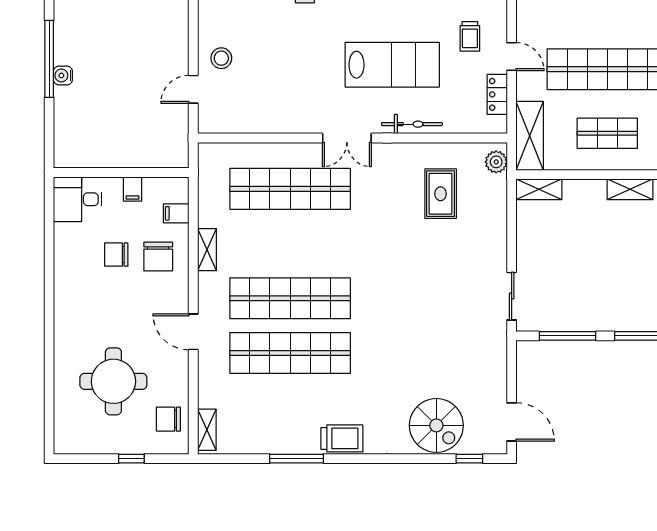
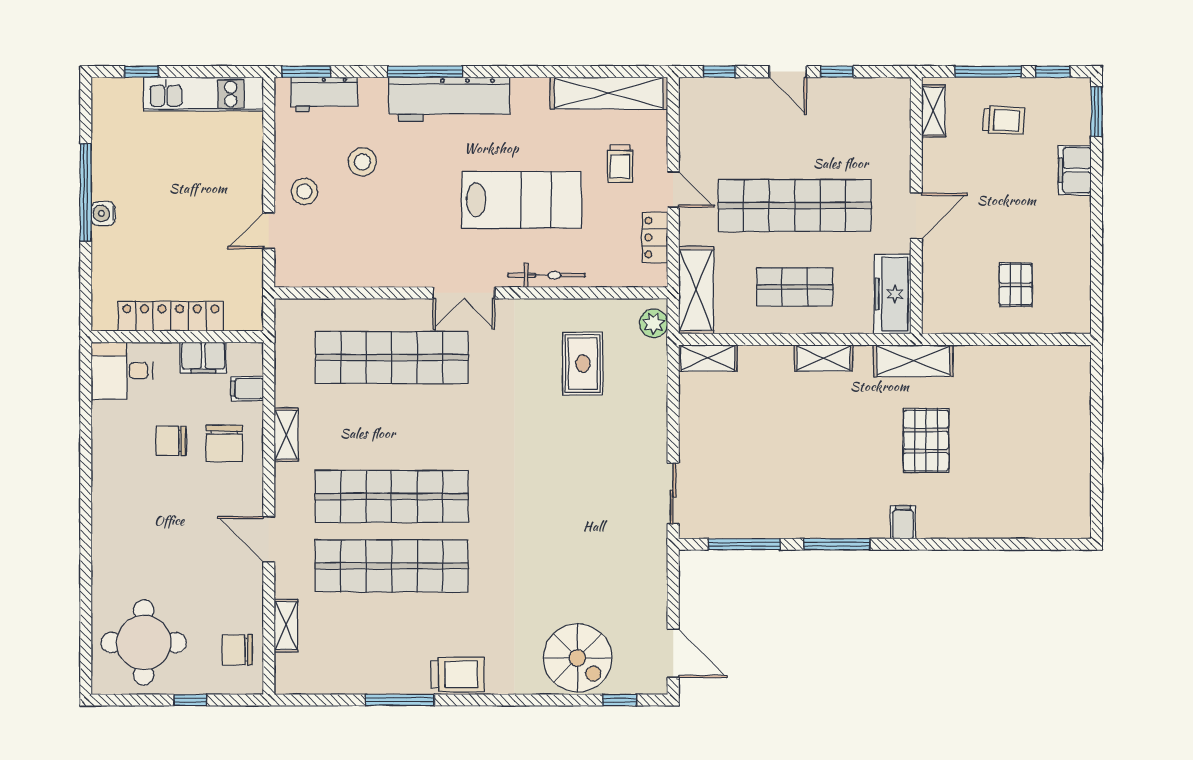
stool: (267, 35) -> (362, 162), added
locker: (116, 156) -> (171, 316), added
filing cabinet: (132, 189) -> (203, 358), width x2.00
round table: (113, 381) -> (144, 643), moved
shelving: (207, 430) -> (286, 626), moved

